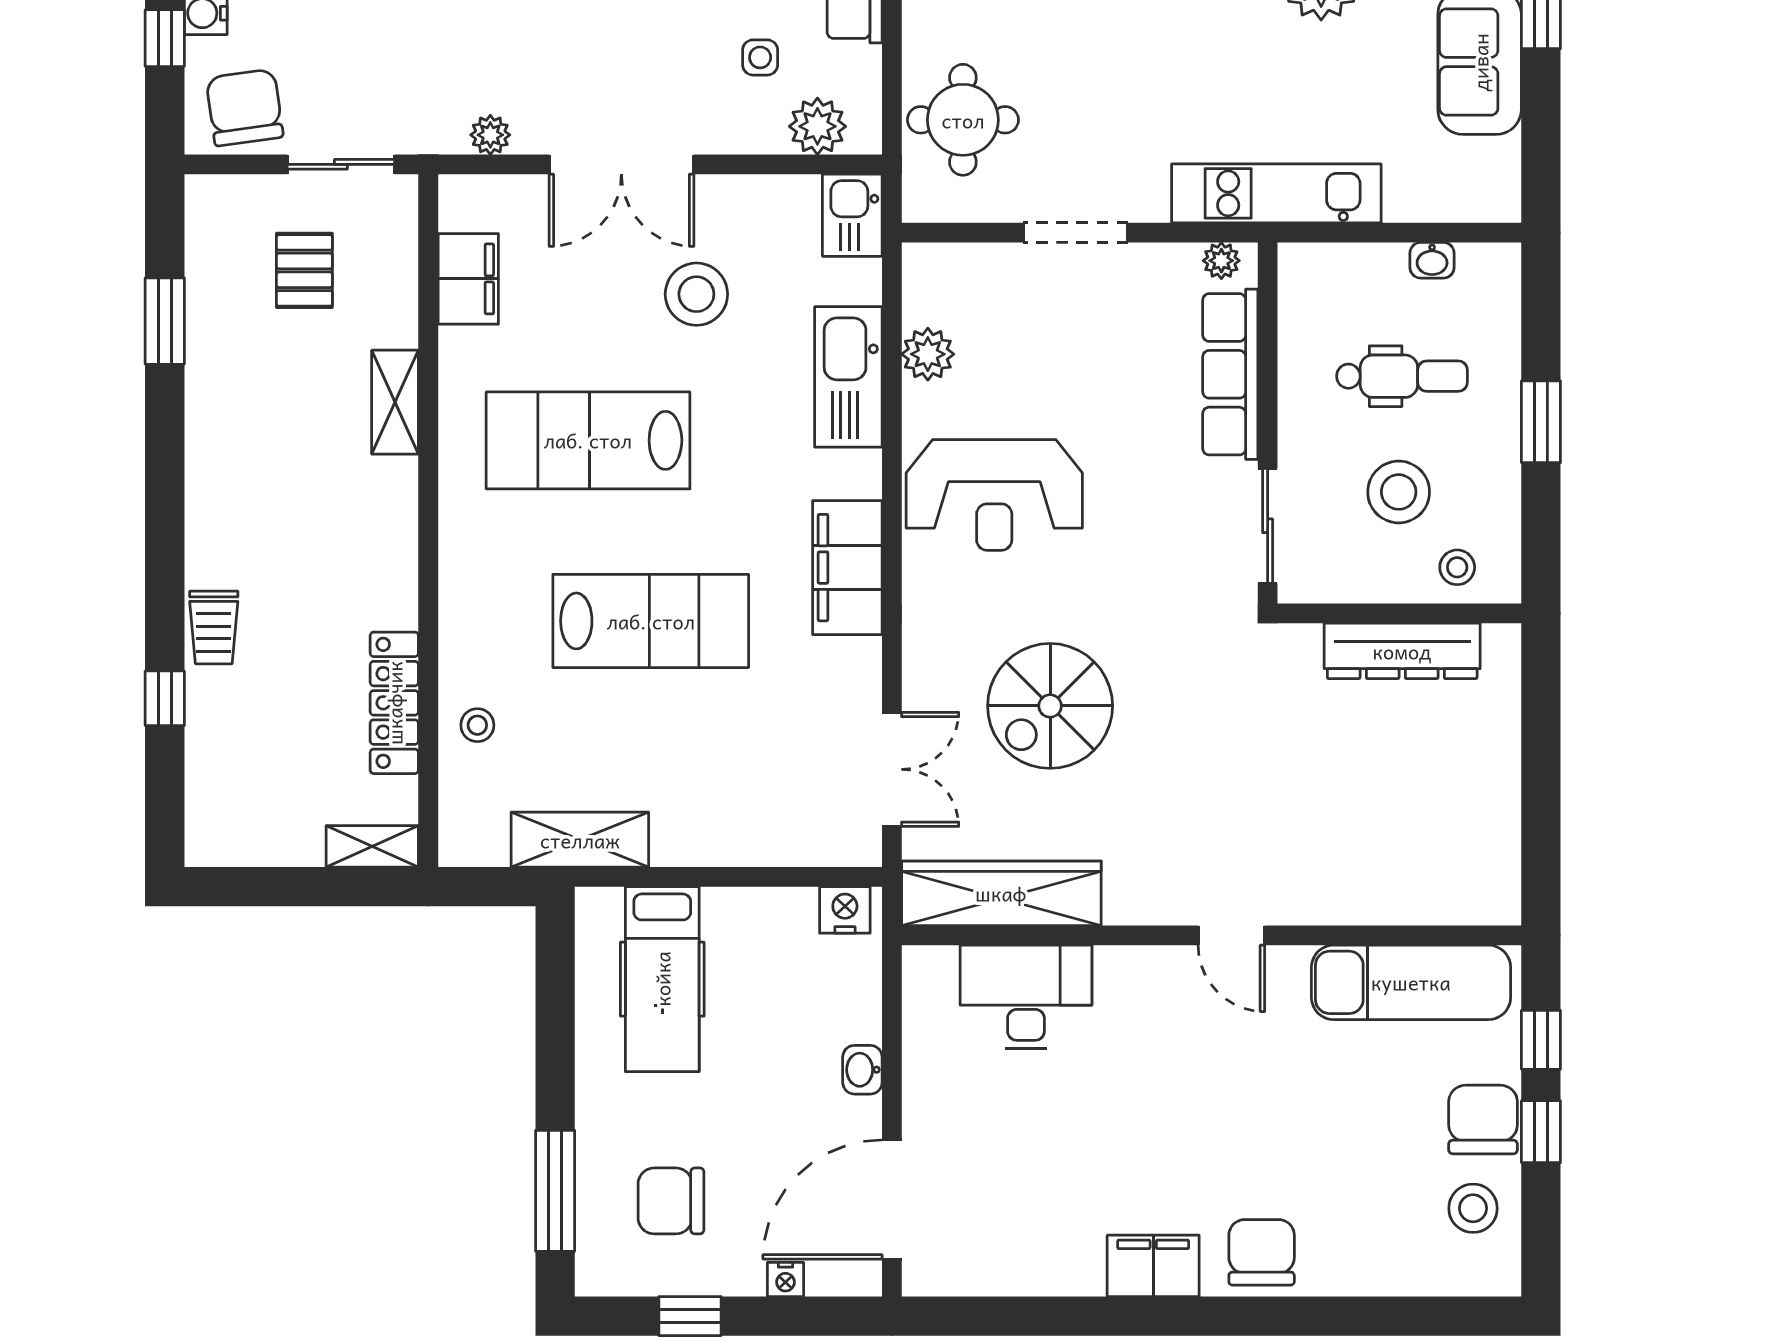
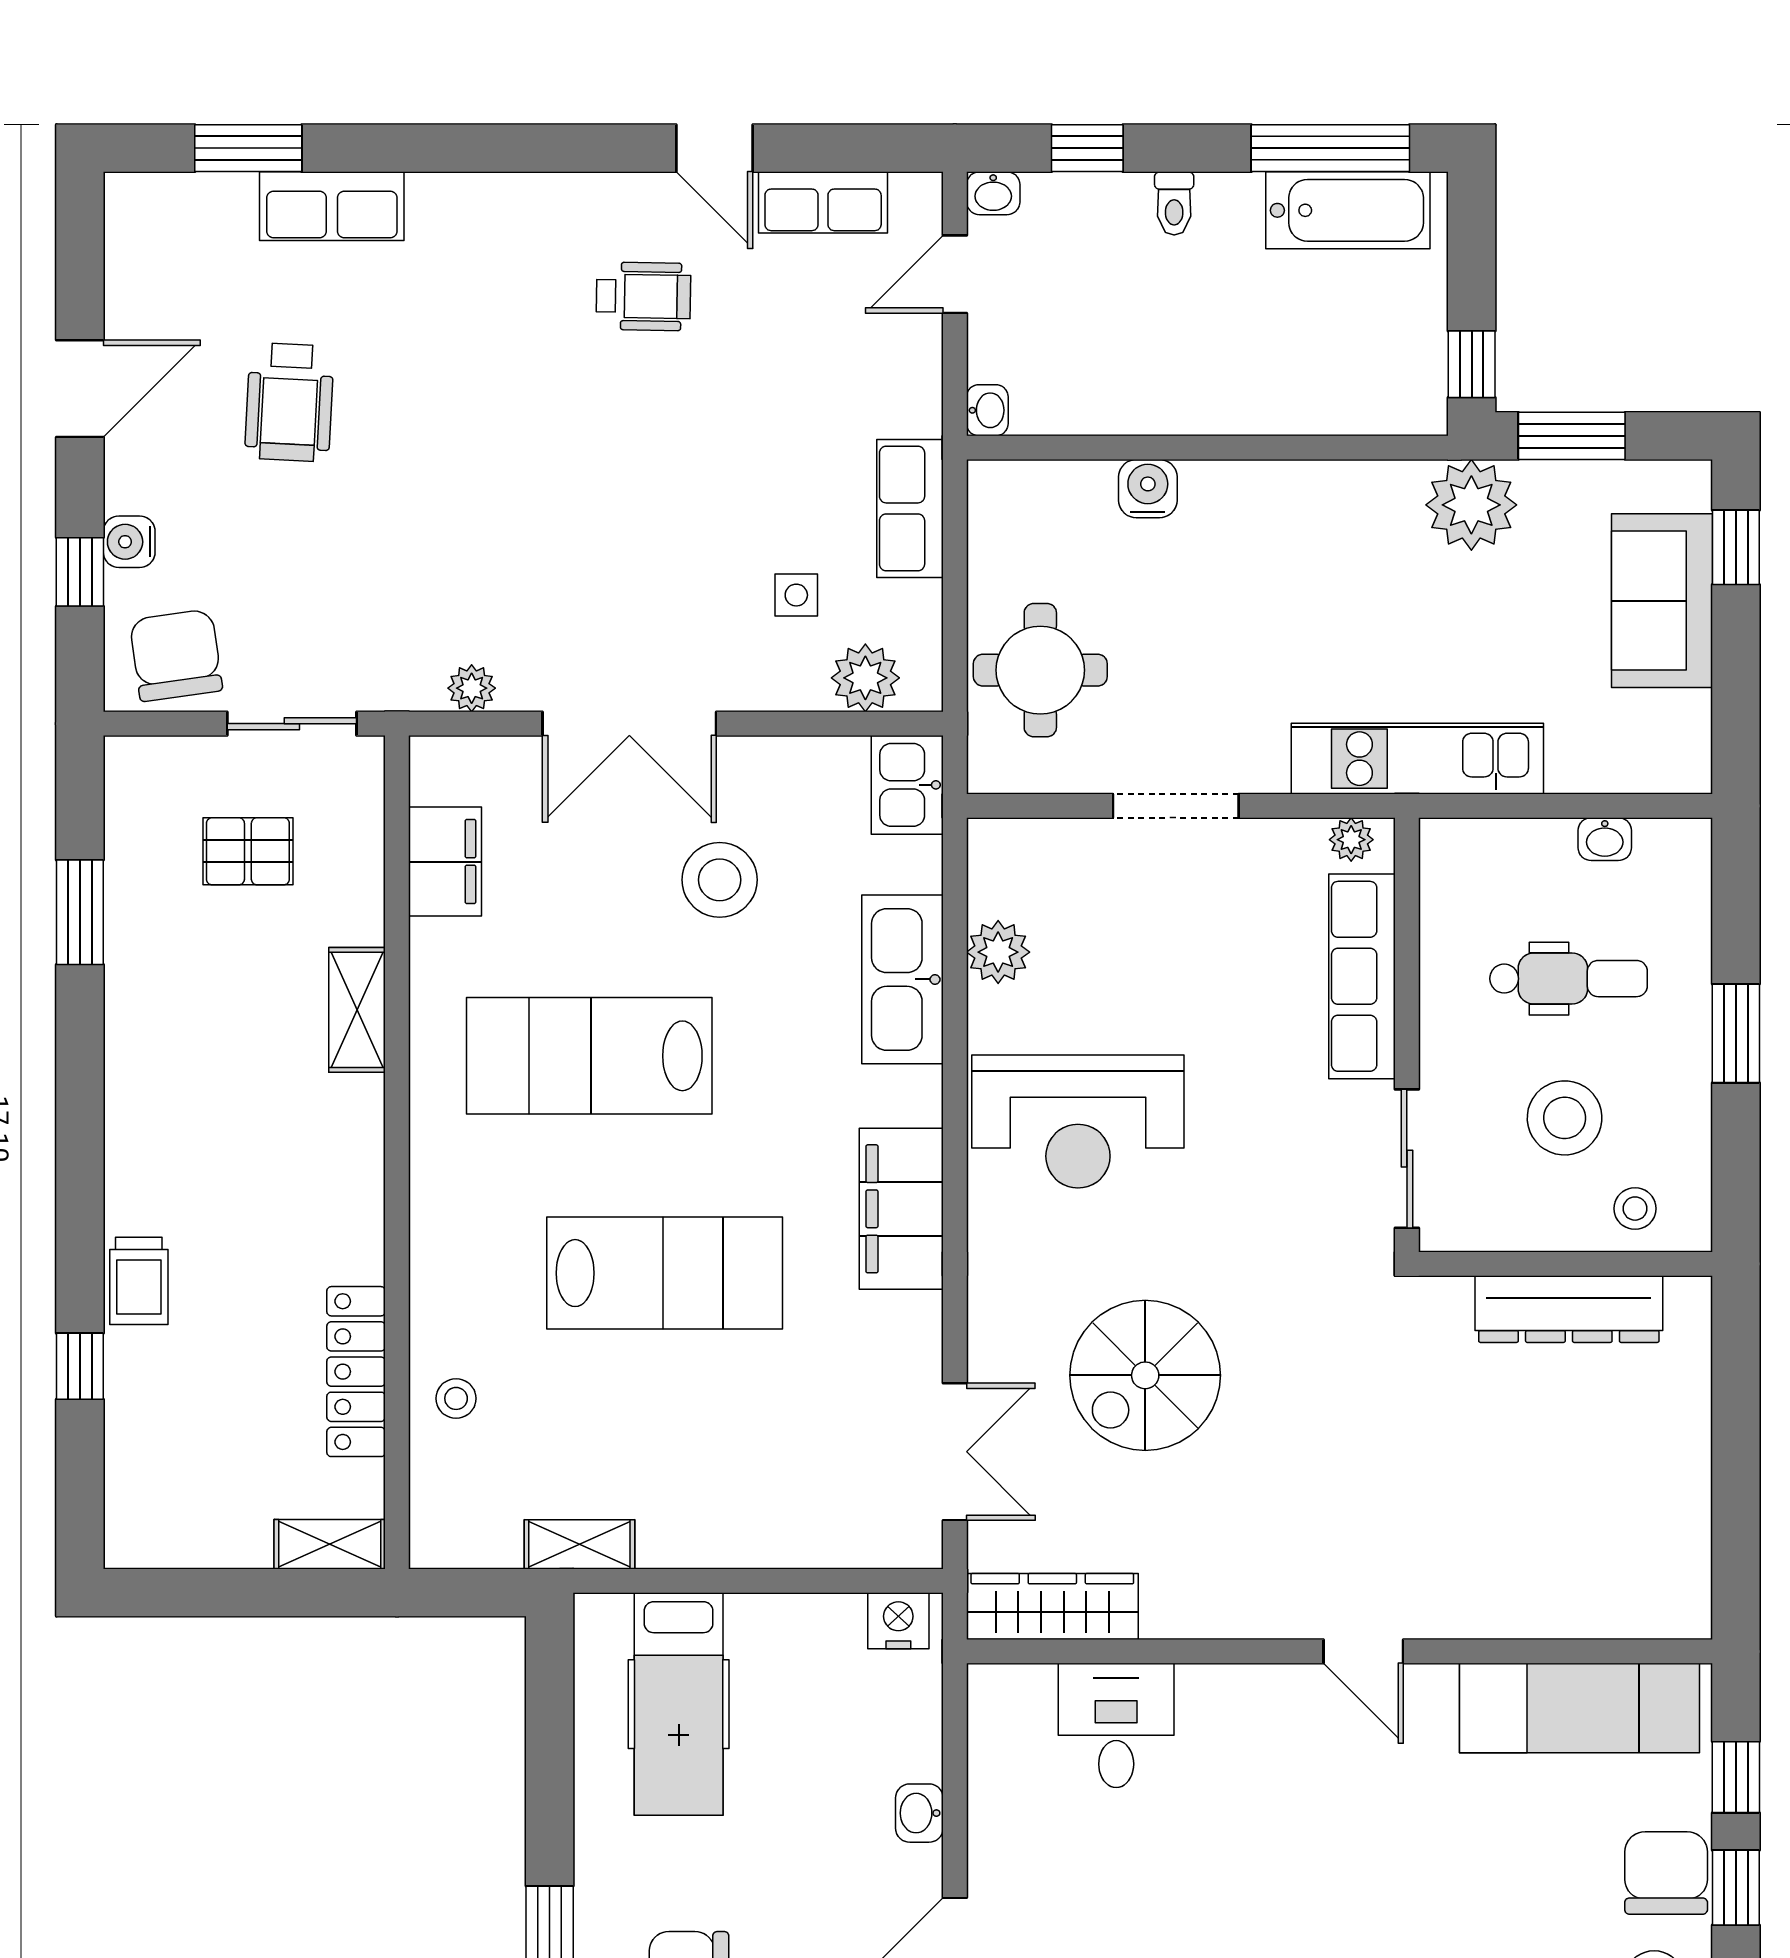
pallet: (304, 270) -> (248, 851), turned 90
shelving: (580, 840) -> (579, 1544), width x0.67, depth x0.75
wardrobe: (1001, 893) -> (1052, 1607), width x0.71, depth x0.85
desk: (1026, 997) -> (1116, 1725), width x0.73

